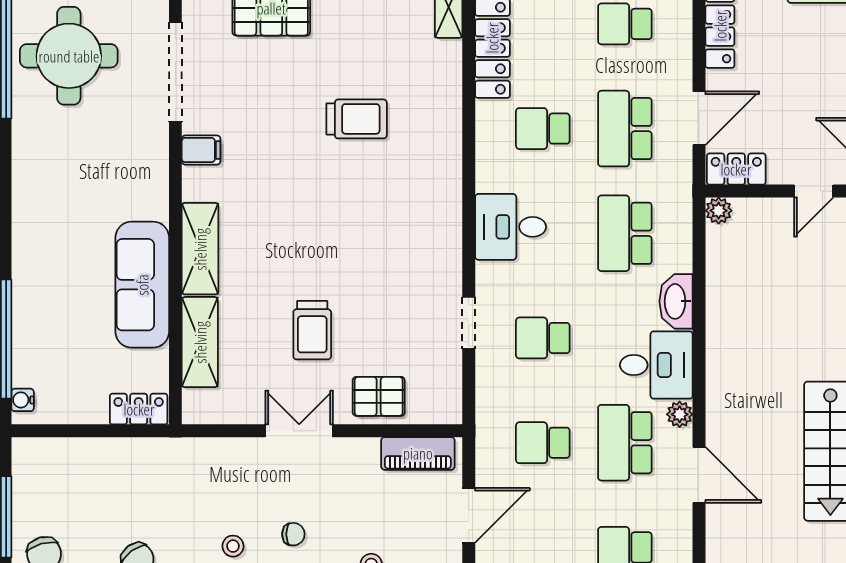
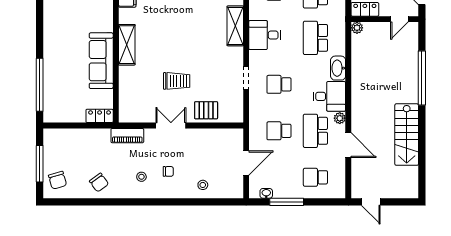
trolley: (312, 330) -> (177, 81), turned -90
shelving: (200, 342) -> (235, 26), moved
water cooler: (23, 400) -> (48, 112), removed
piano: (418, 453) -> (127, 136), moved

